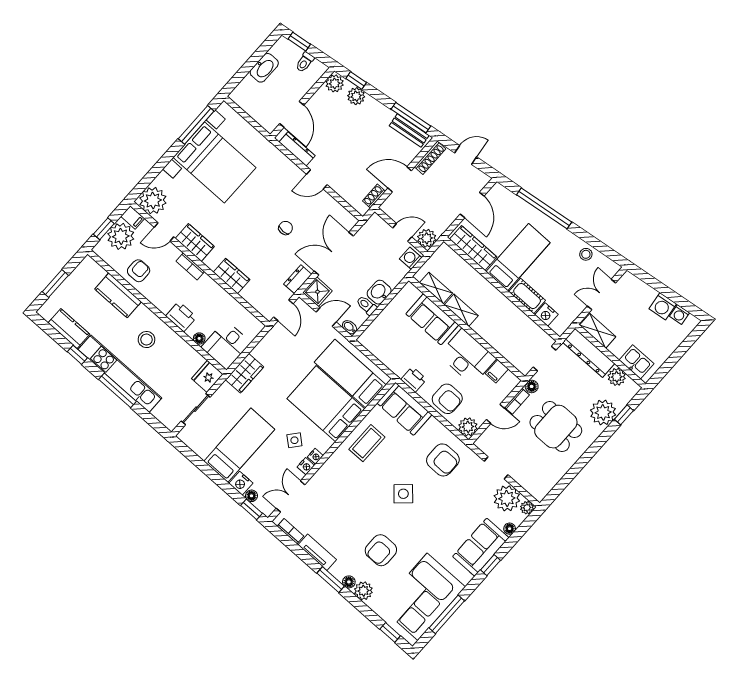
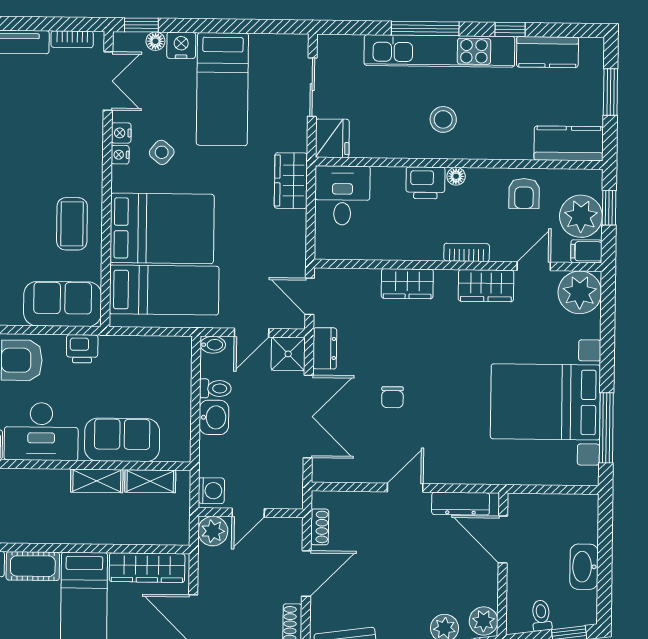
kitchen counter: (118, 295) -> (569, 143), moved
floor lamp: (199, 338) -> (456, 176), moved

